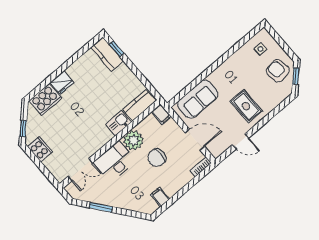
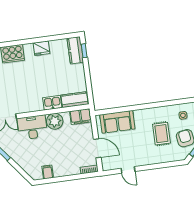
fridge: (62, 83) -> (41, 48), moved
rug: (246, 106) -> (161, 134), moved
filing cabinet: (161, 114) -> (81, 116), width x2.00
chair: (157, 158) -> (63, 144), removed

